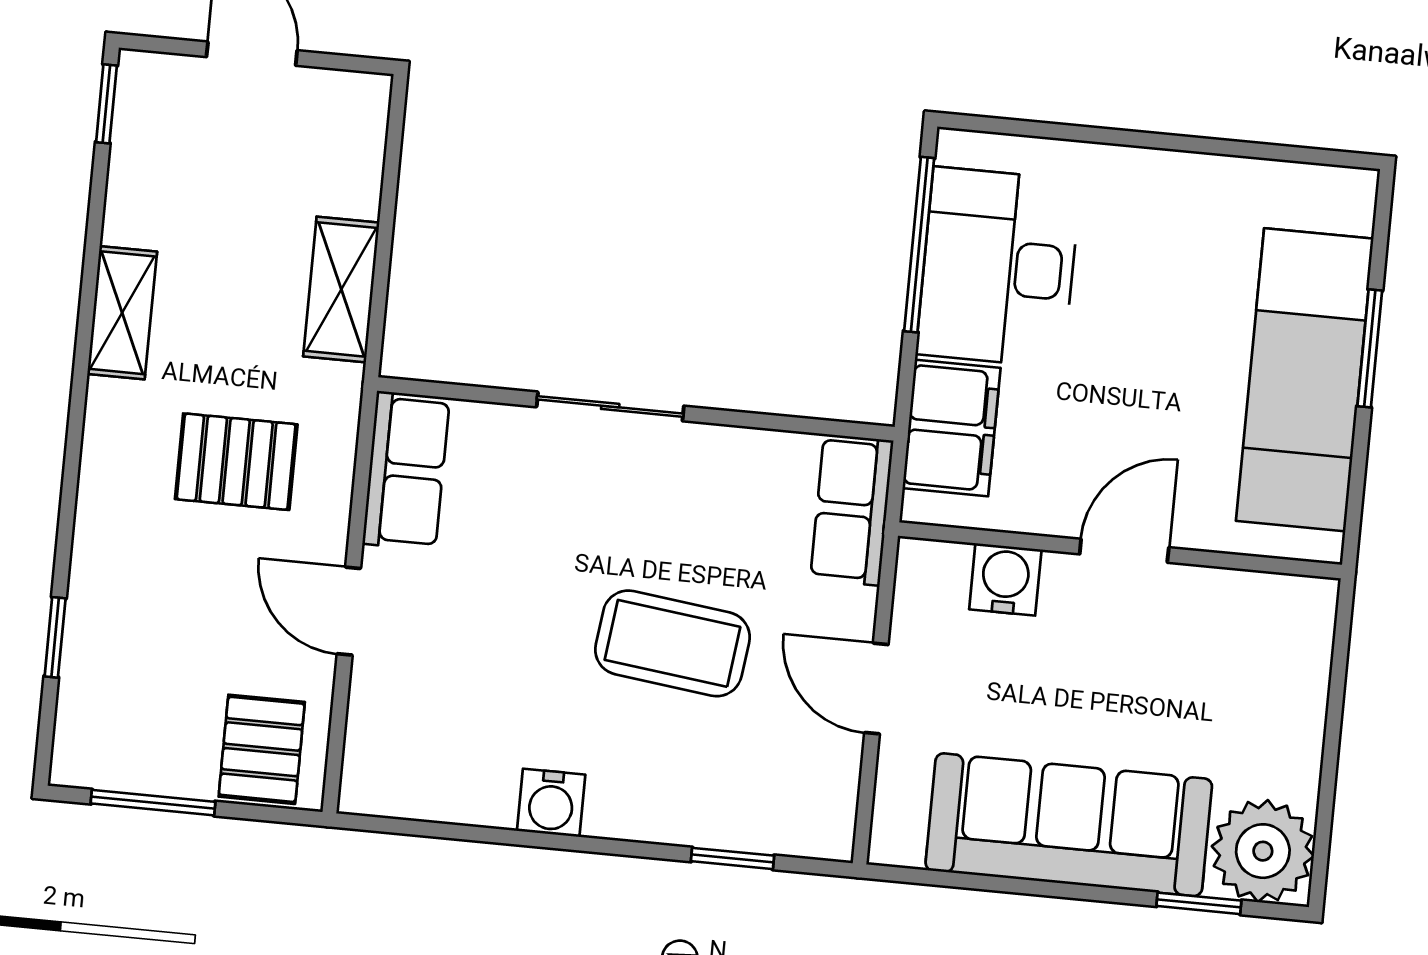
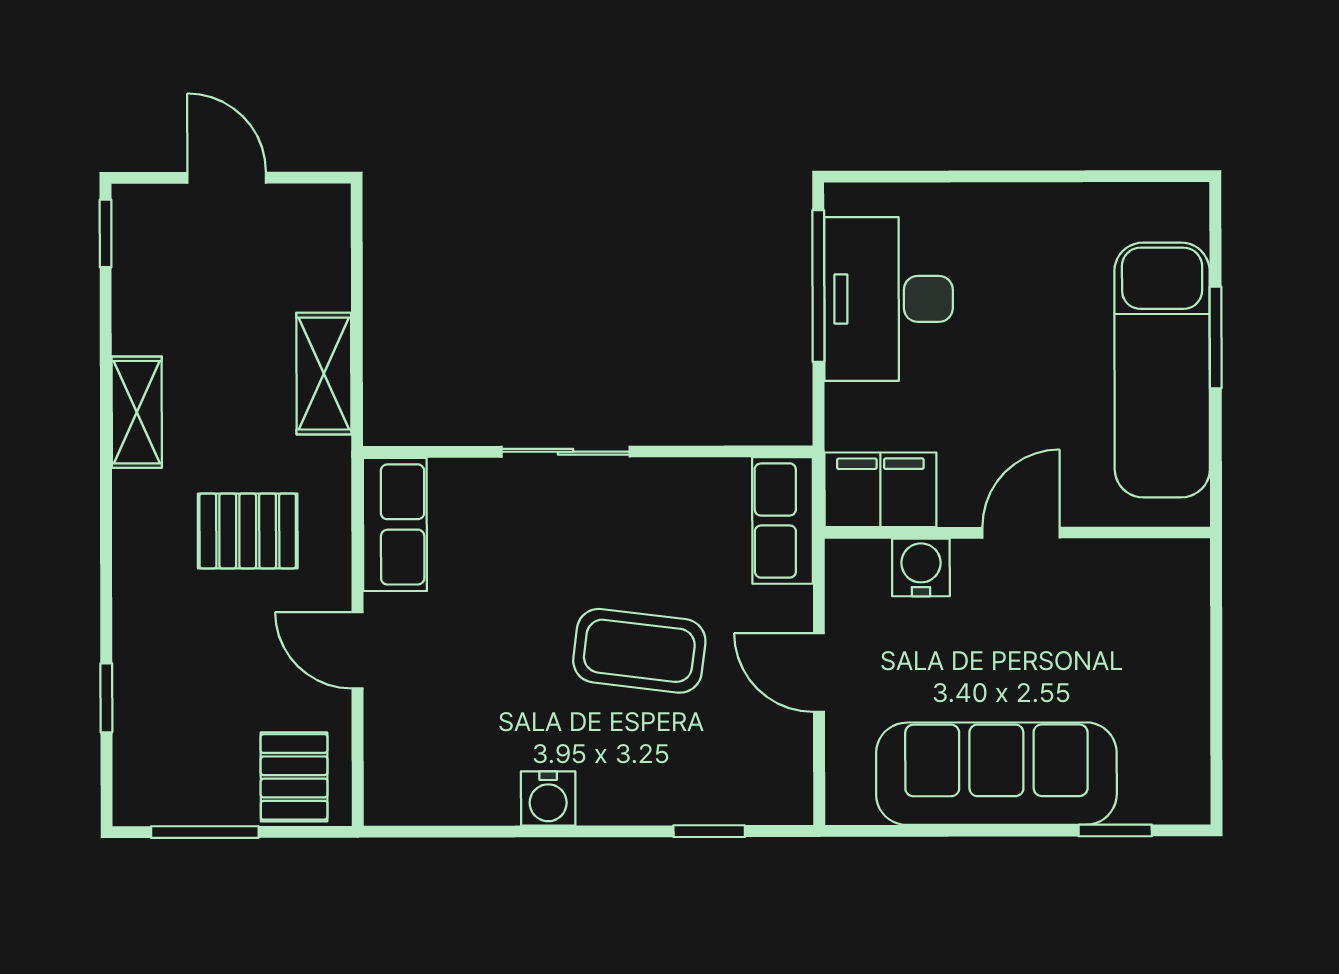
filing cabinet: (951, 428) -> (880, 490), moved, turned -90
plant: (1263, 851) -> (1166, 780), removed

